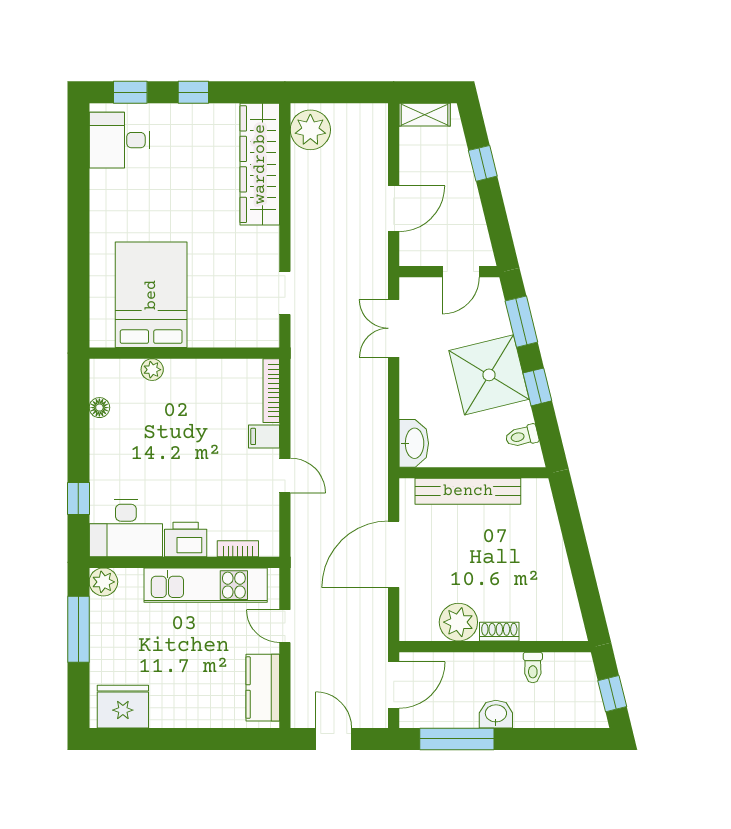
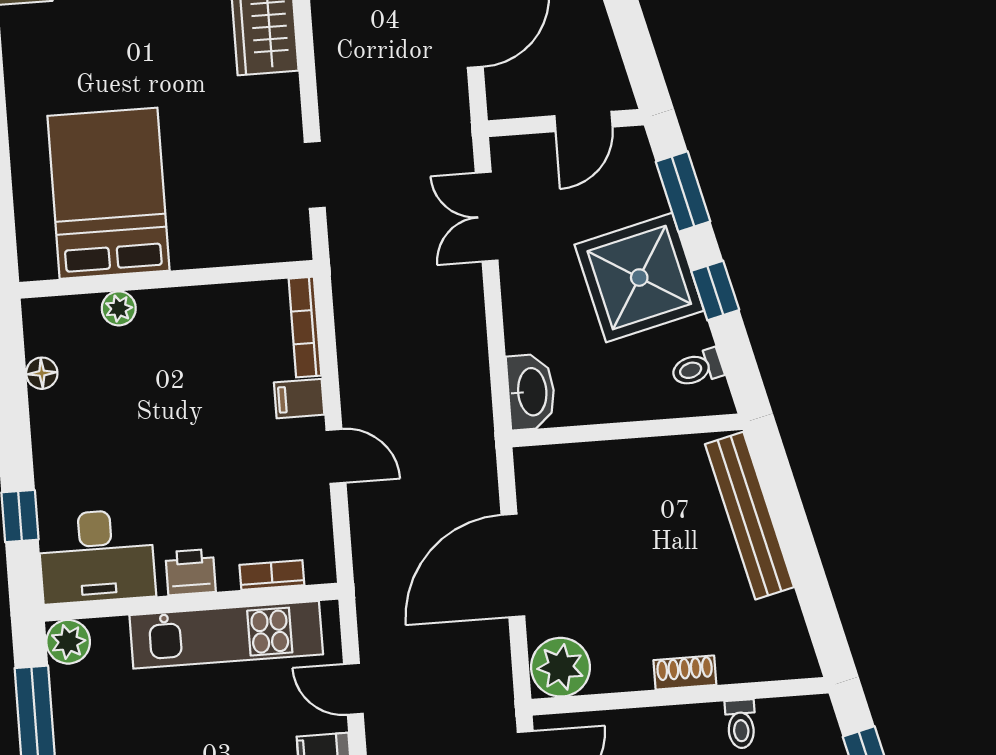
bench: (468, 491) -> (749, 516), moved, turned 76
printer: (186, 540) -> (190, 572), width x0.73, depth x0.81
plant: (458, 622) -> (561, 667), moved

